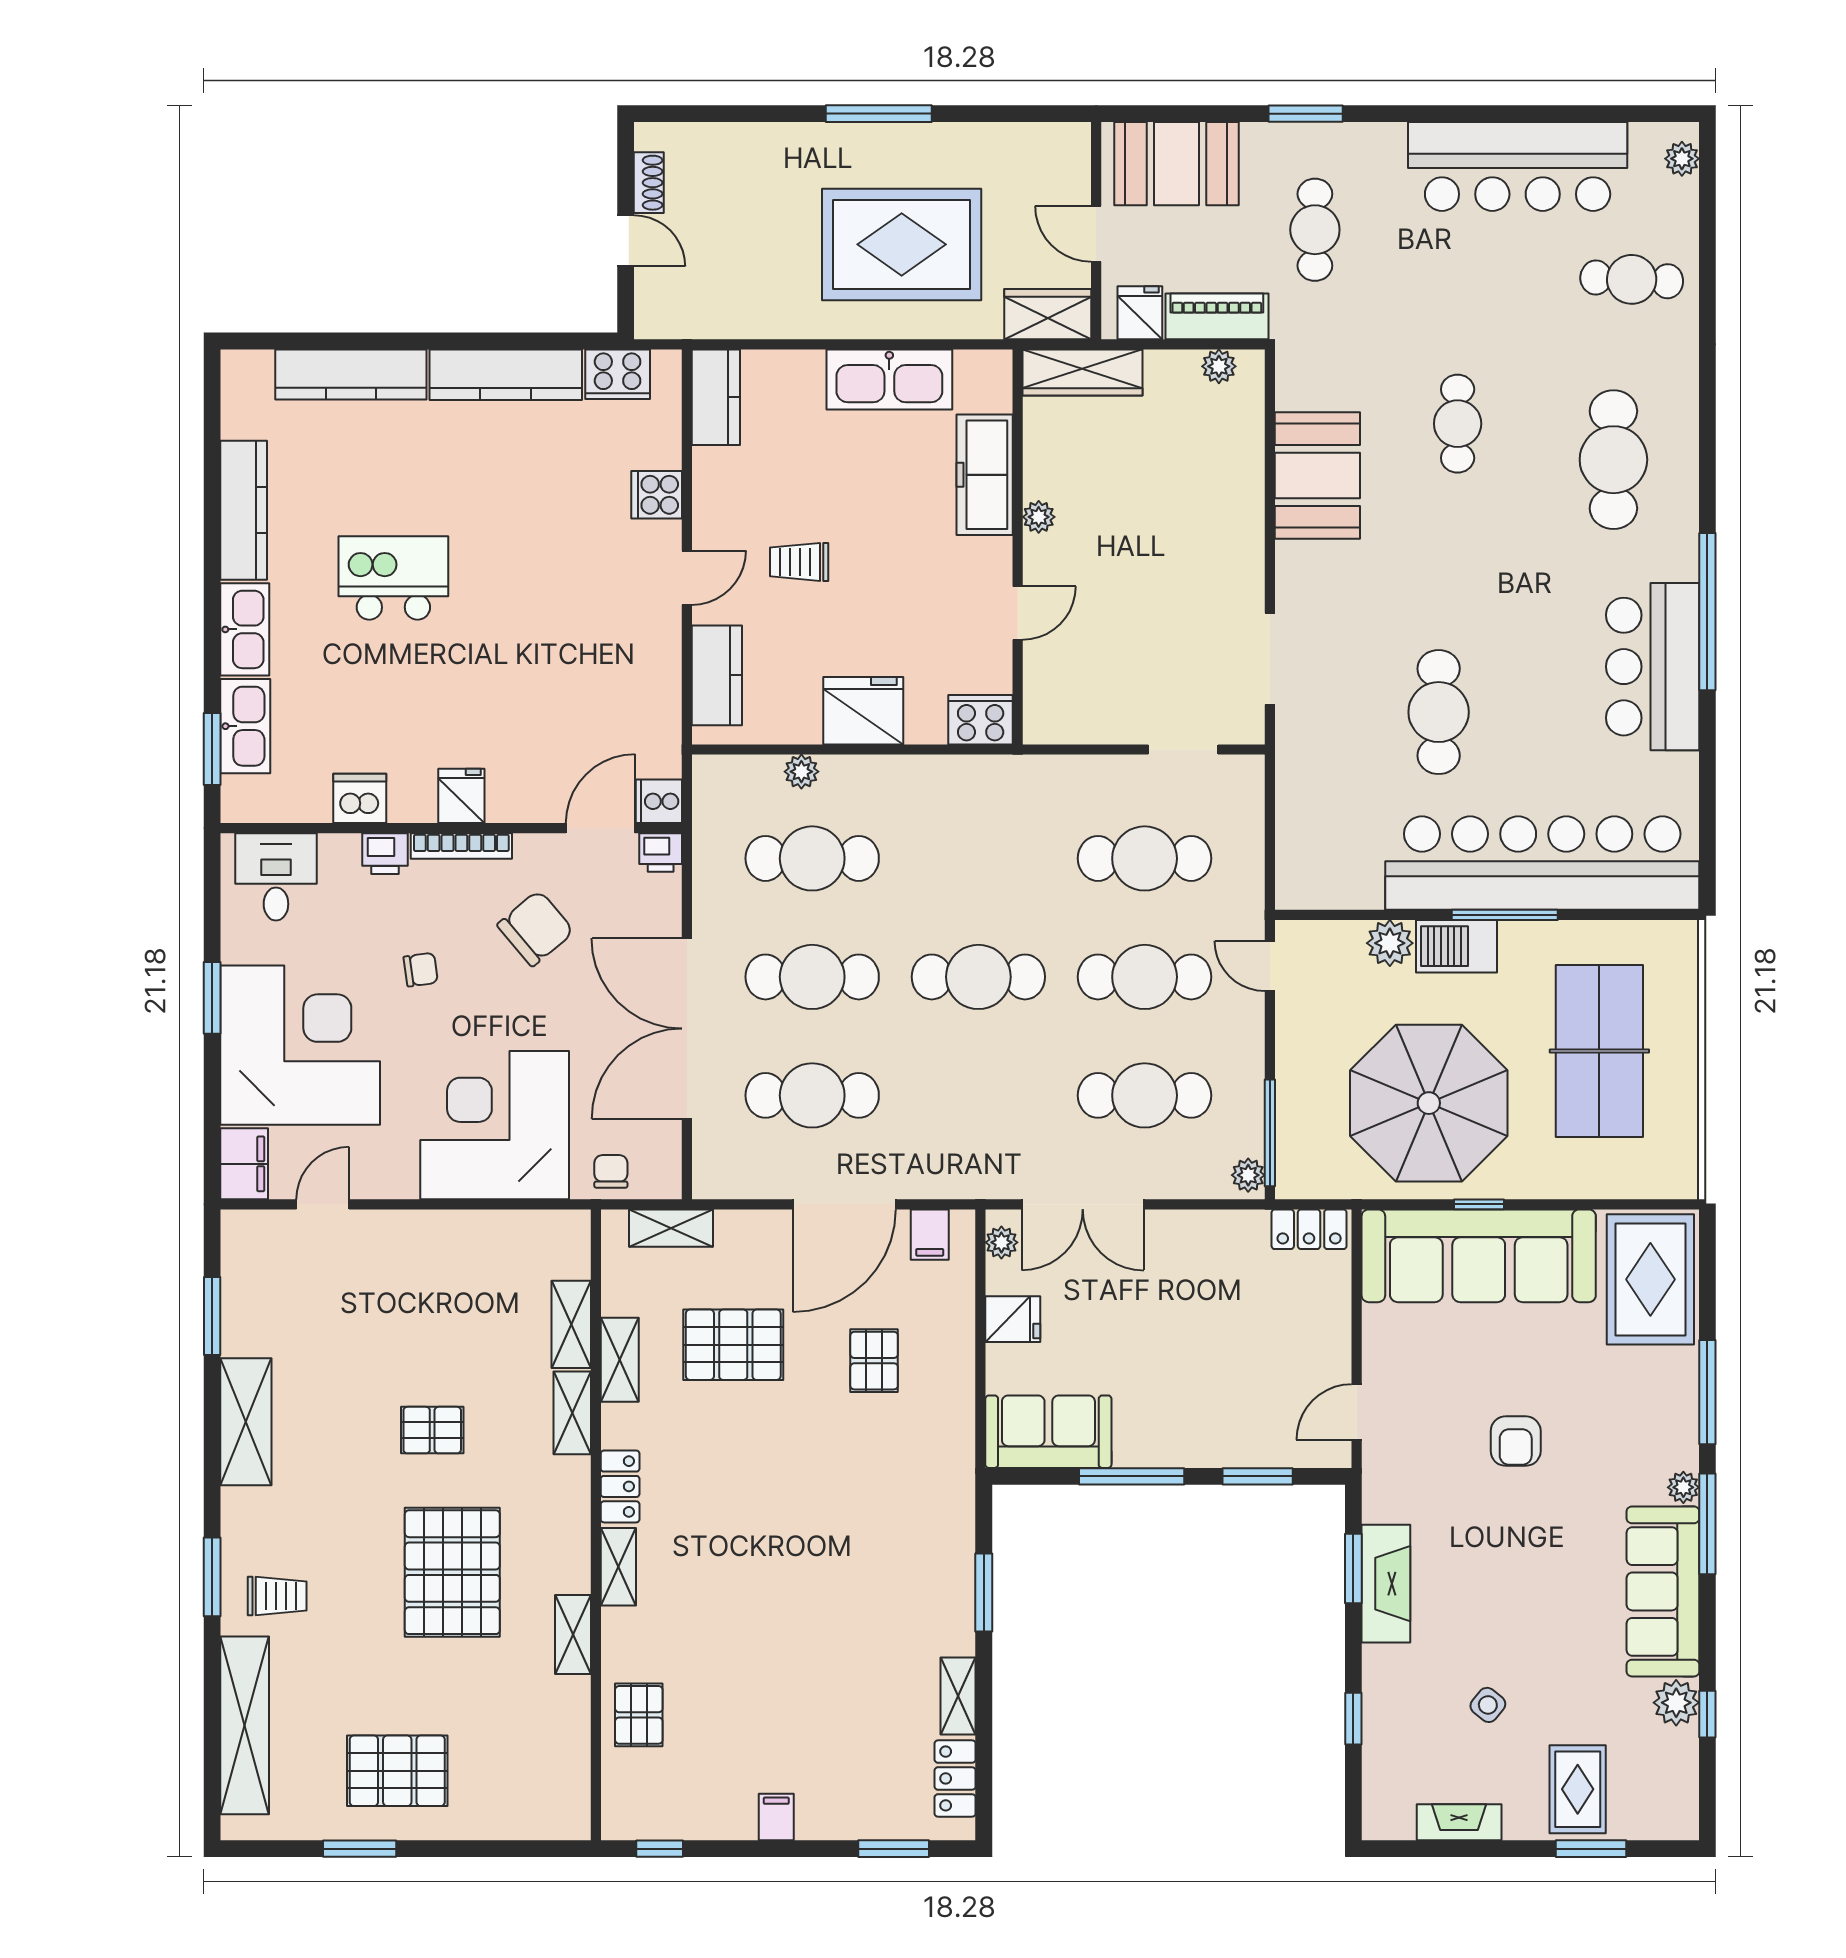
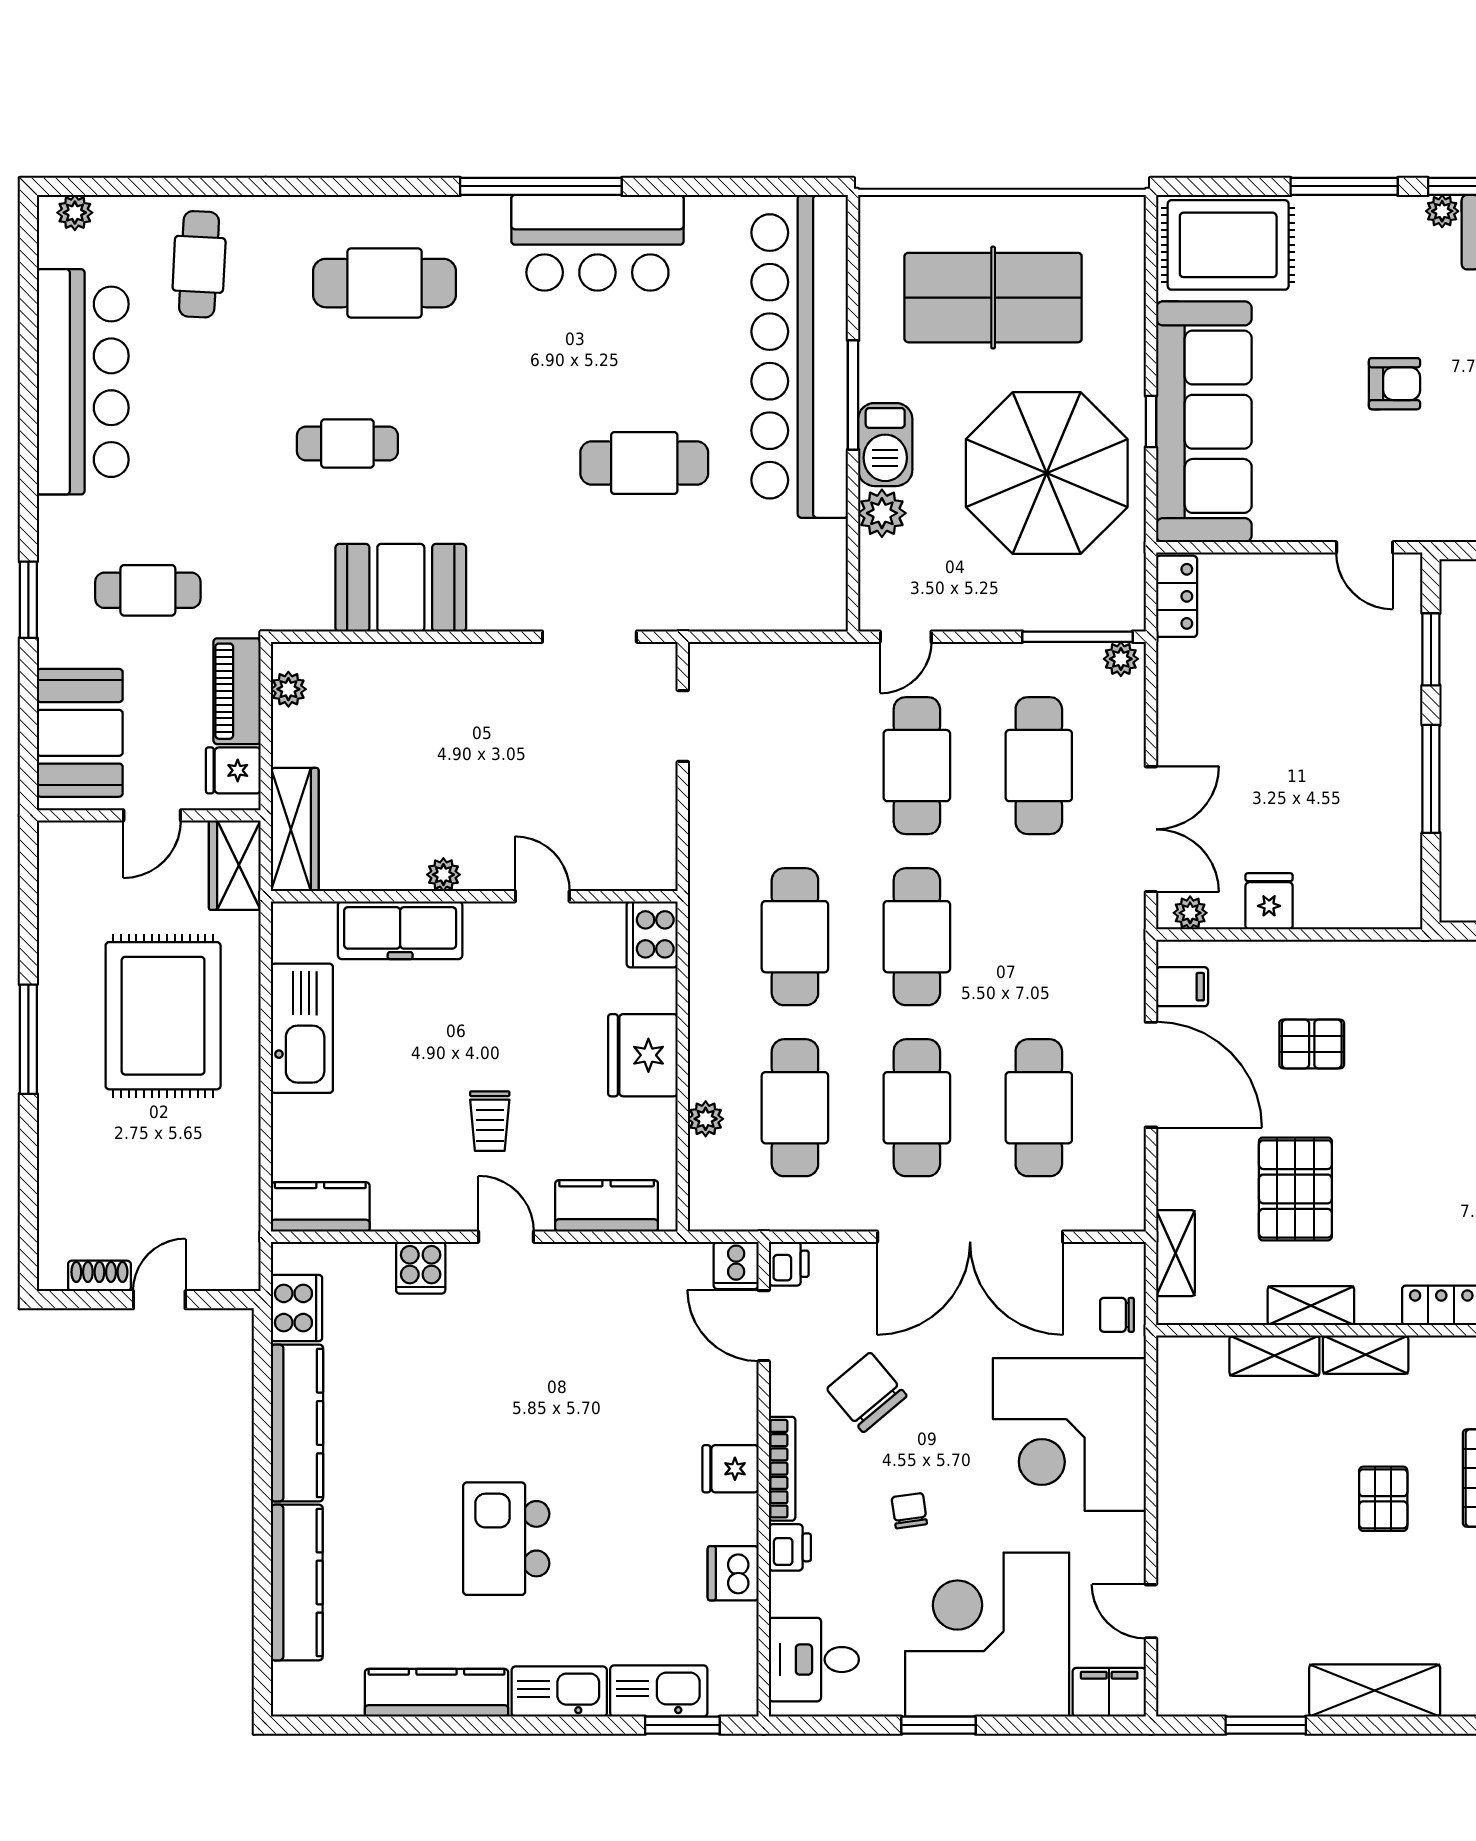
cafe table: (1145, 858) -> (795, 937), moved
sofa: (1048, 1432) -> (1385, 865), removed

